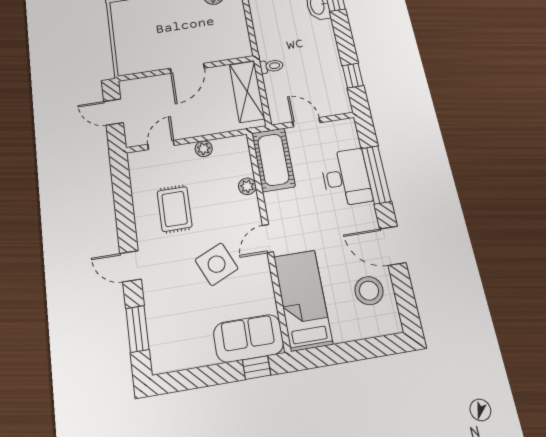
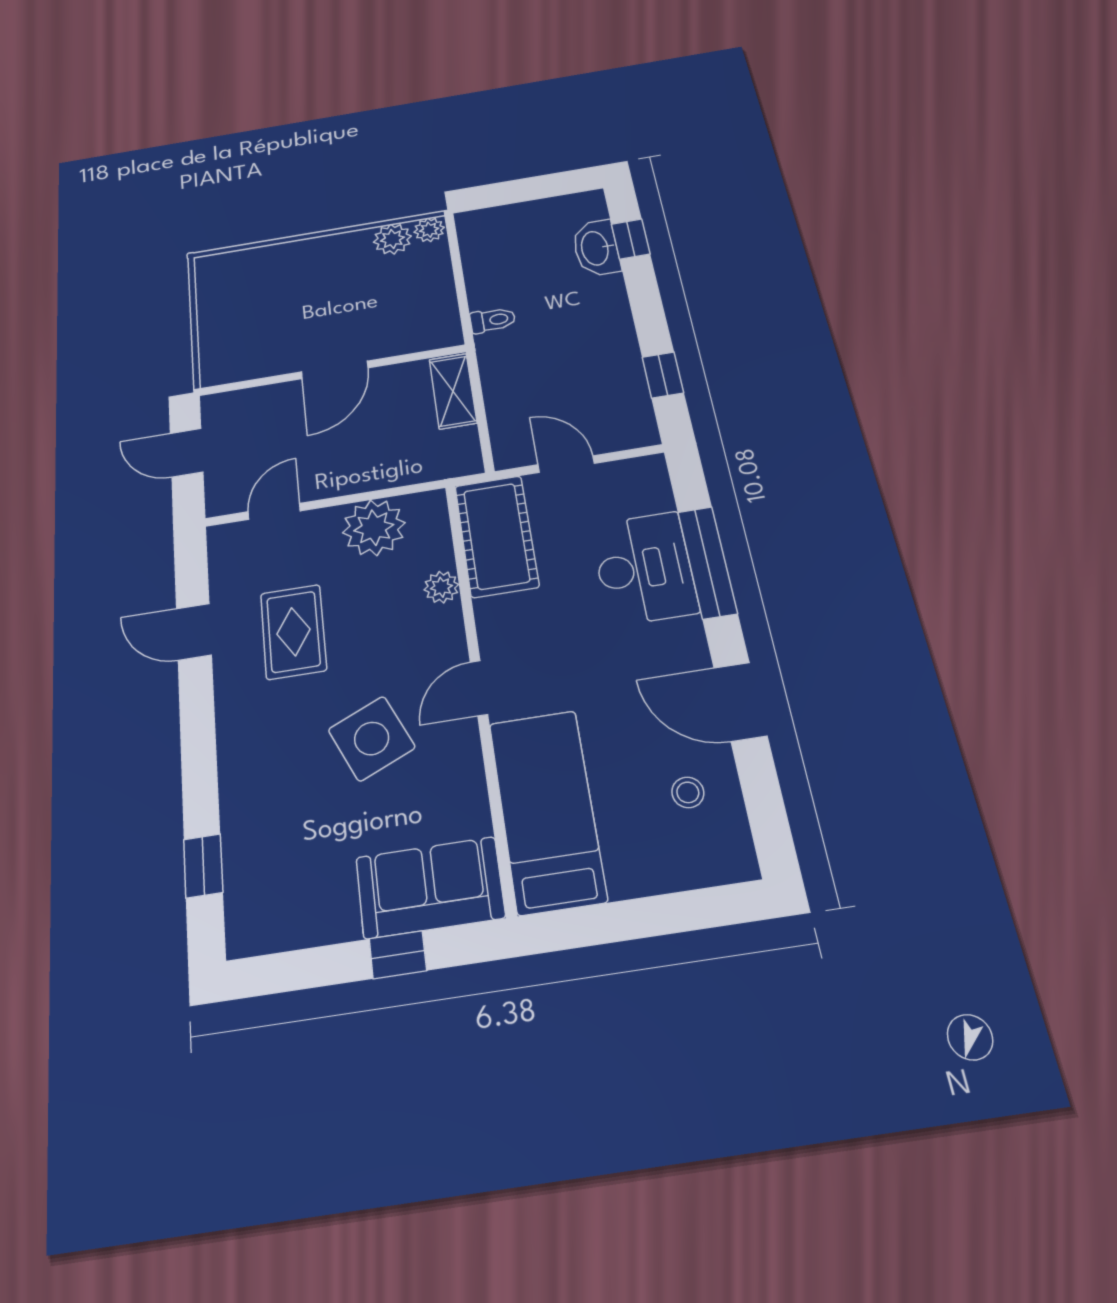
toilet: (271, 66) -> (493, 320), moved
shelving: (247, 92) -> (453, 391), width x0.67, depth x0.75
plant: (204, 149) -> (374, 528), width x1.88, depth x1.88
door: (130, 266) -> (194, 632), moved
stool: (369, 291) -> (688, 792), width x0.53, depth x0.53
window: (137, 329) -> (203, 866), width x0.67
window: (256, 368) -> (398, 955), moved

